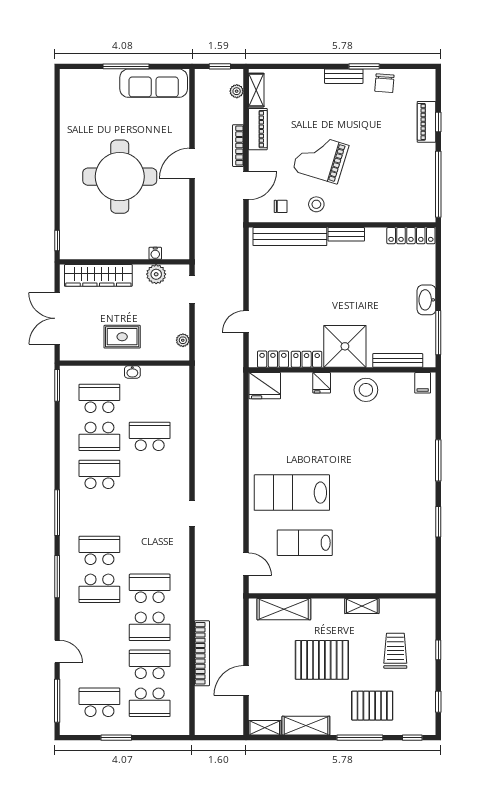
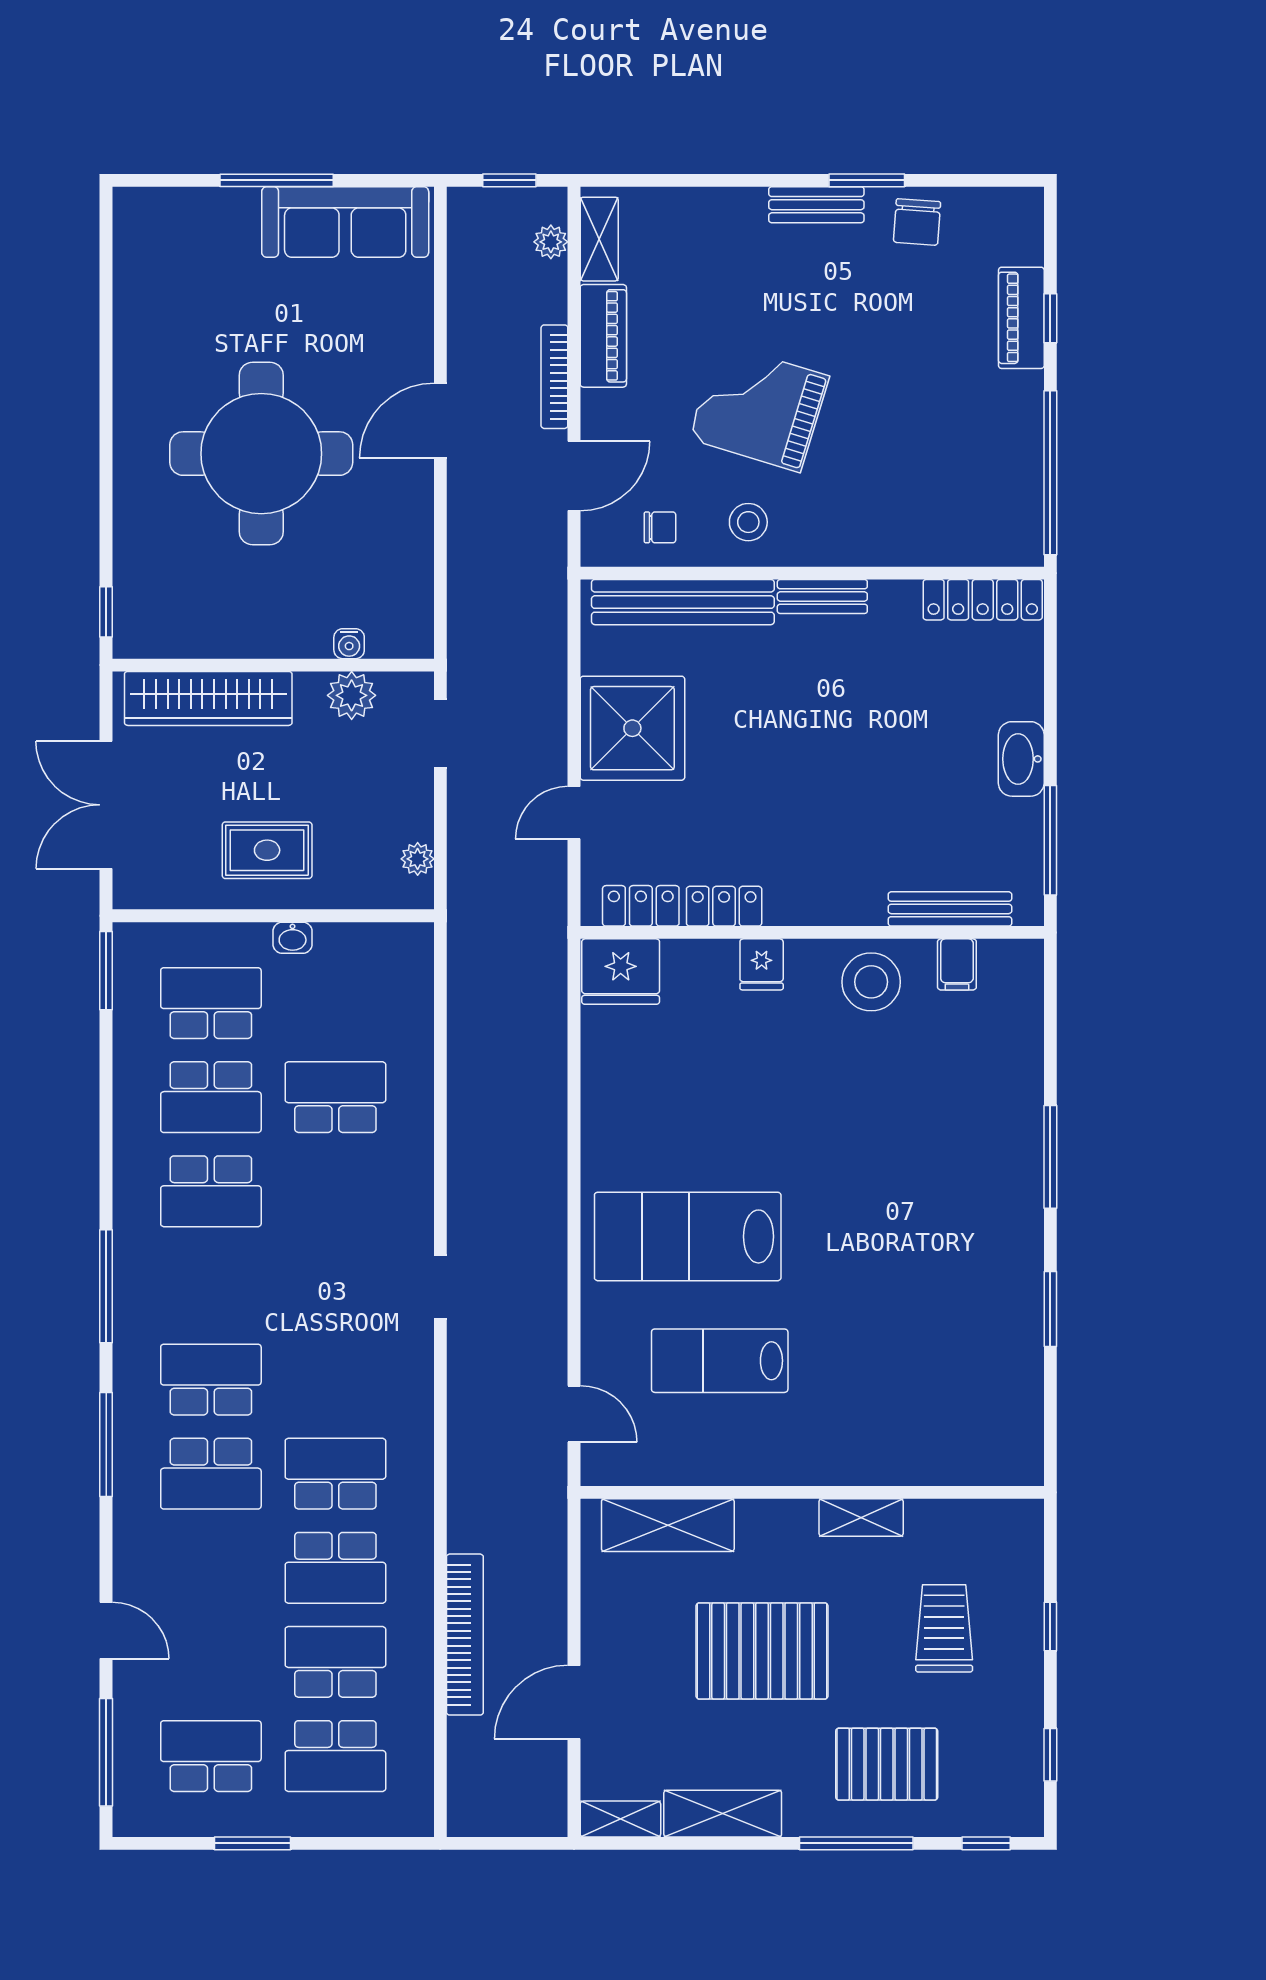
shower: (345, 346) -> (632, 728), moved
filing cabinet: (423, 383) -> (957, 964), moved
school desk: (99, 474) -> (211, 1191), turned 180

